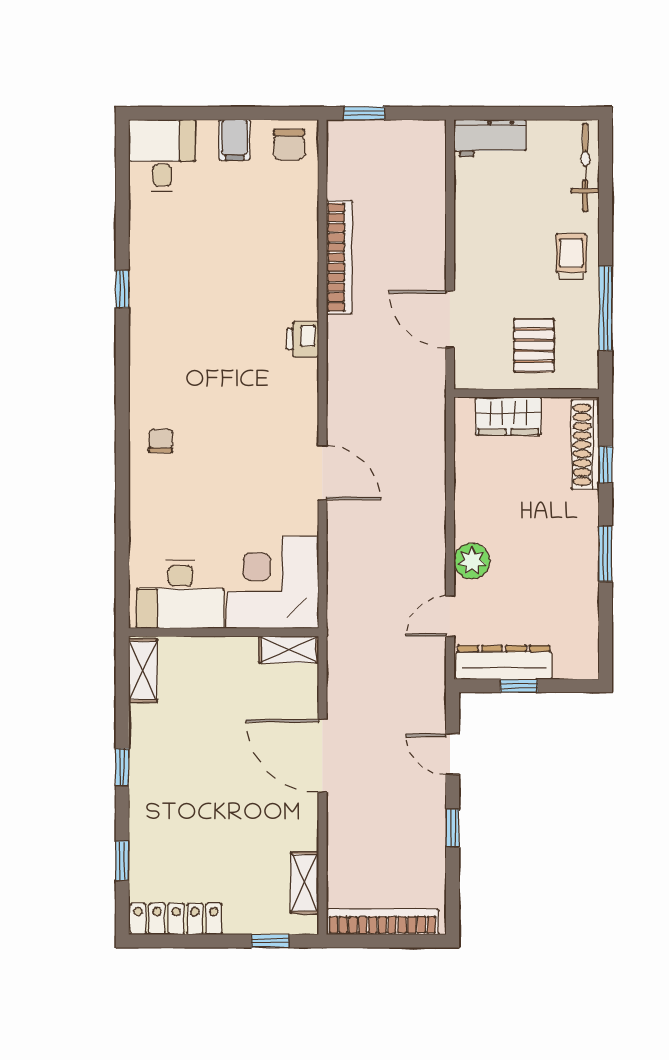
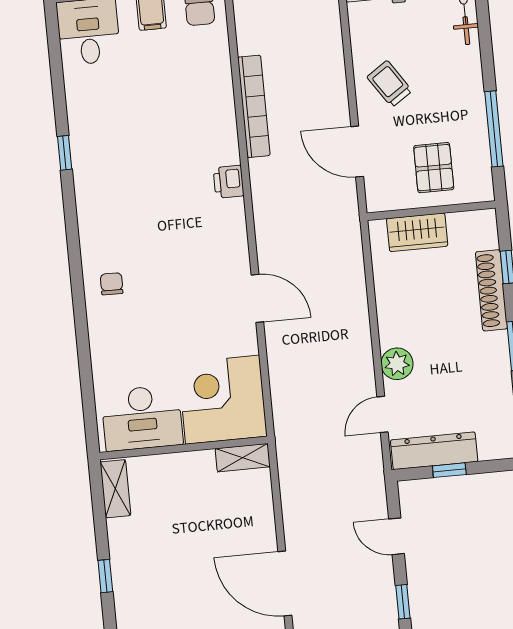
trolley: (571, 256) -> (390, 84), moved, turned -34
shoe rack: (585, 445) -> (491, 290), moved
door: (322, 756) -> (285, 584), moved

